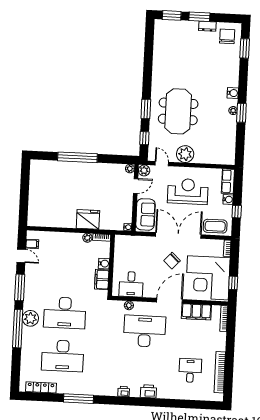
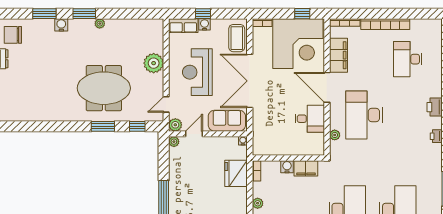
window: (245, 48) -> (44, 14), moved
water cooler: (233, 93) -> (61, 25), moved
window: (241, 113) -> (84, 14), moved
plant: (185, 154) -> (154, 63), moved
door: (136, 186) -> (194, 134), hinge flipped
window: (237, 212) -> (203, 14), moved
fridge: (88, 219) -> (236, 173), moved
plant: (87, 238) -> (258, 203), moved
chair: (172, 261) -> (280, 87), removed
desk: (131, 284) -> (310, 119), moved
desk: (190, 370) -> (408, 59), width x1.37
bookcase: (220, 372) -> (385, 24), moved

